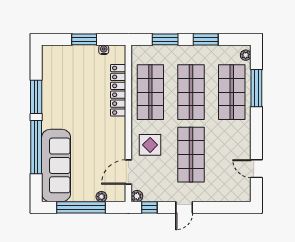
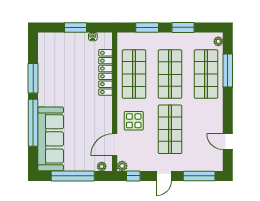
plant: (101, 197) -> (102, 166), moved
window: (224, 207) -> (199, 176), added

